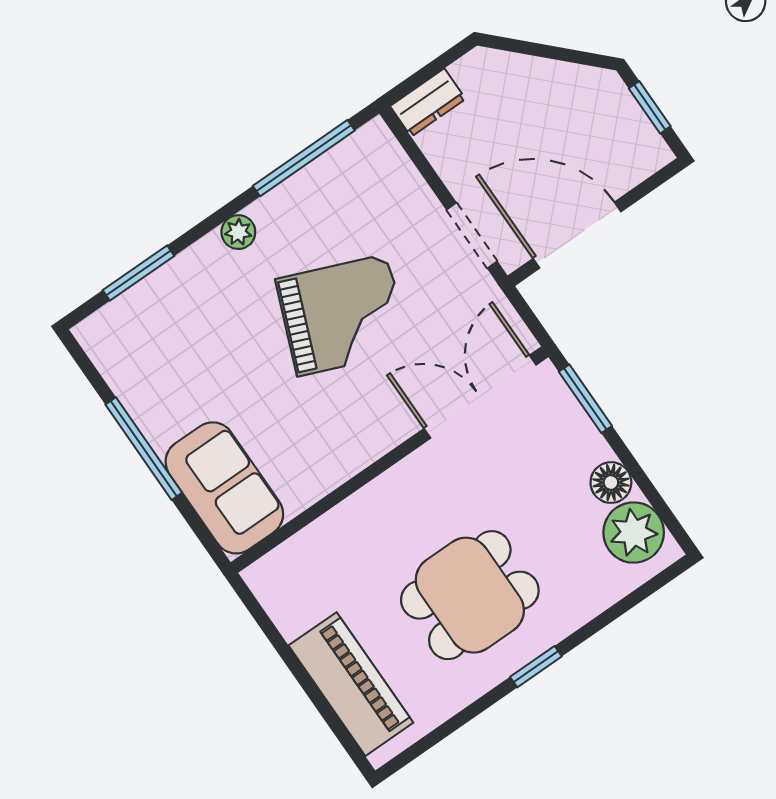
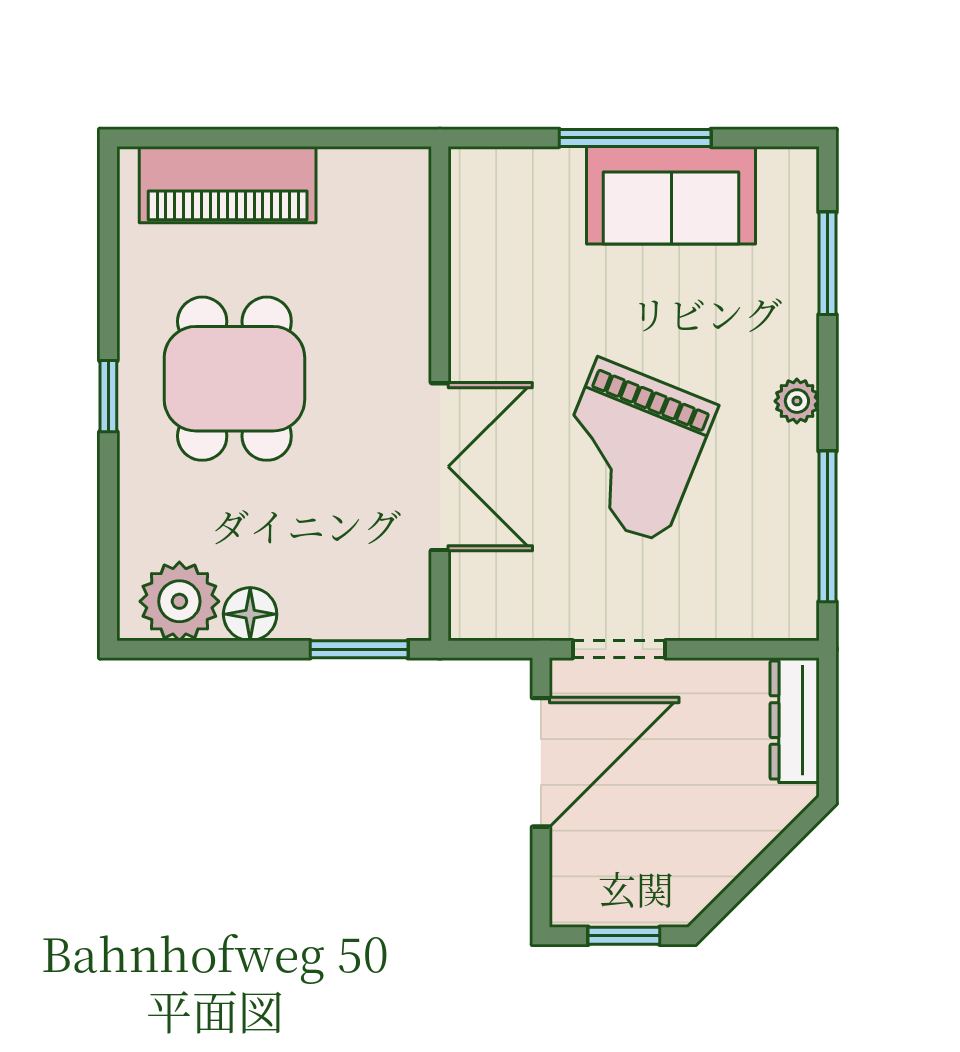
dresser: (428, 103) -> (795, 720), width x1.44
double door: (480, 397) -> (440, 467), moved
sofa: (224, 488) -> (671, 195), moved

